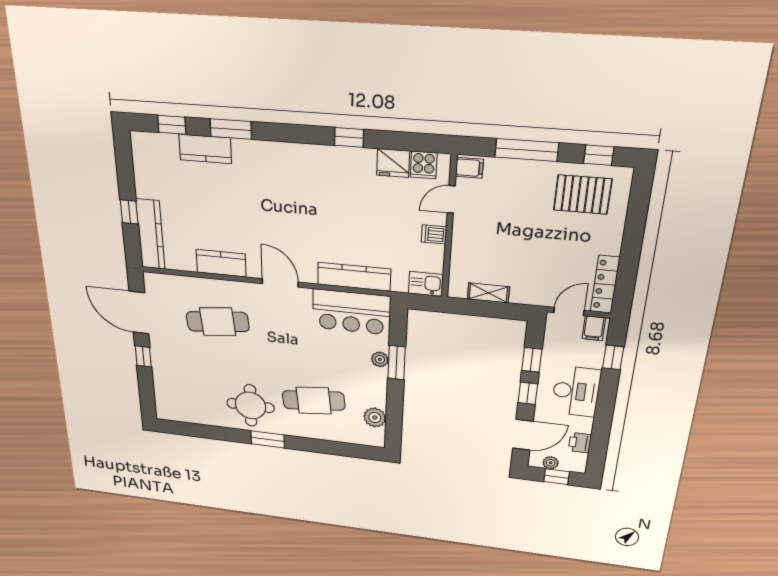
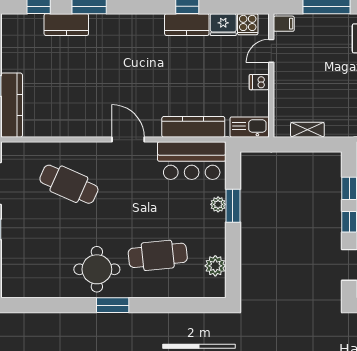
kitchen counter: (221, 263) -> (187, 25), moved, turned 180
kitchen sink: (426, 284) -> (250, 127), width x1.38
cafe table: (218, 322) -> (69, 184), turned 30

